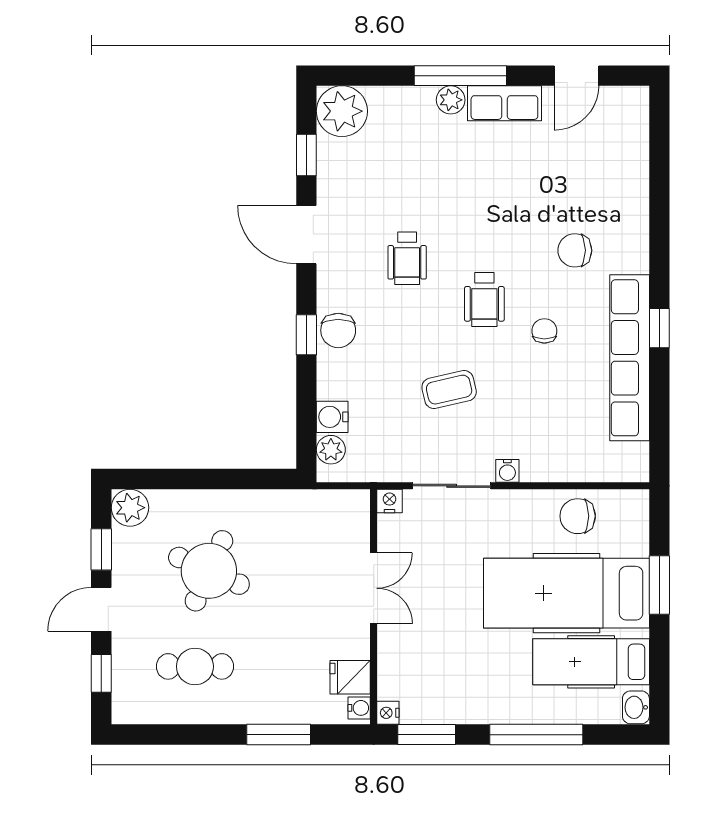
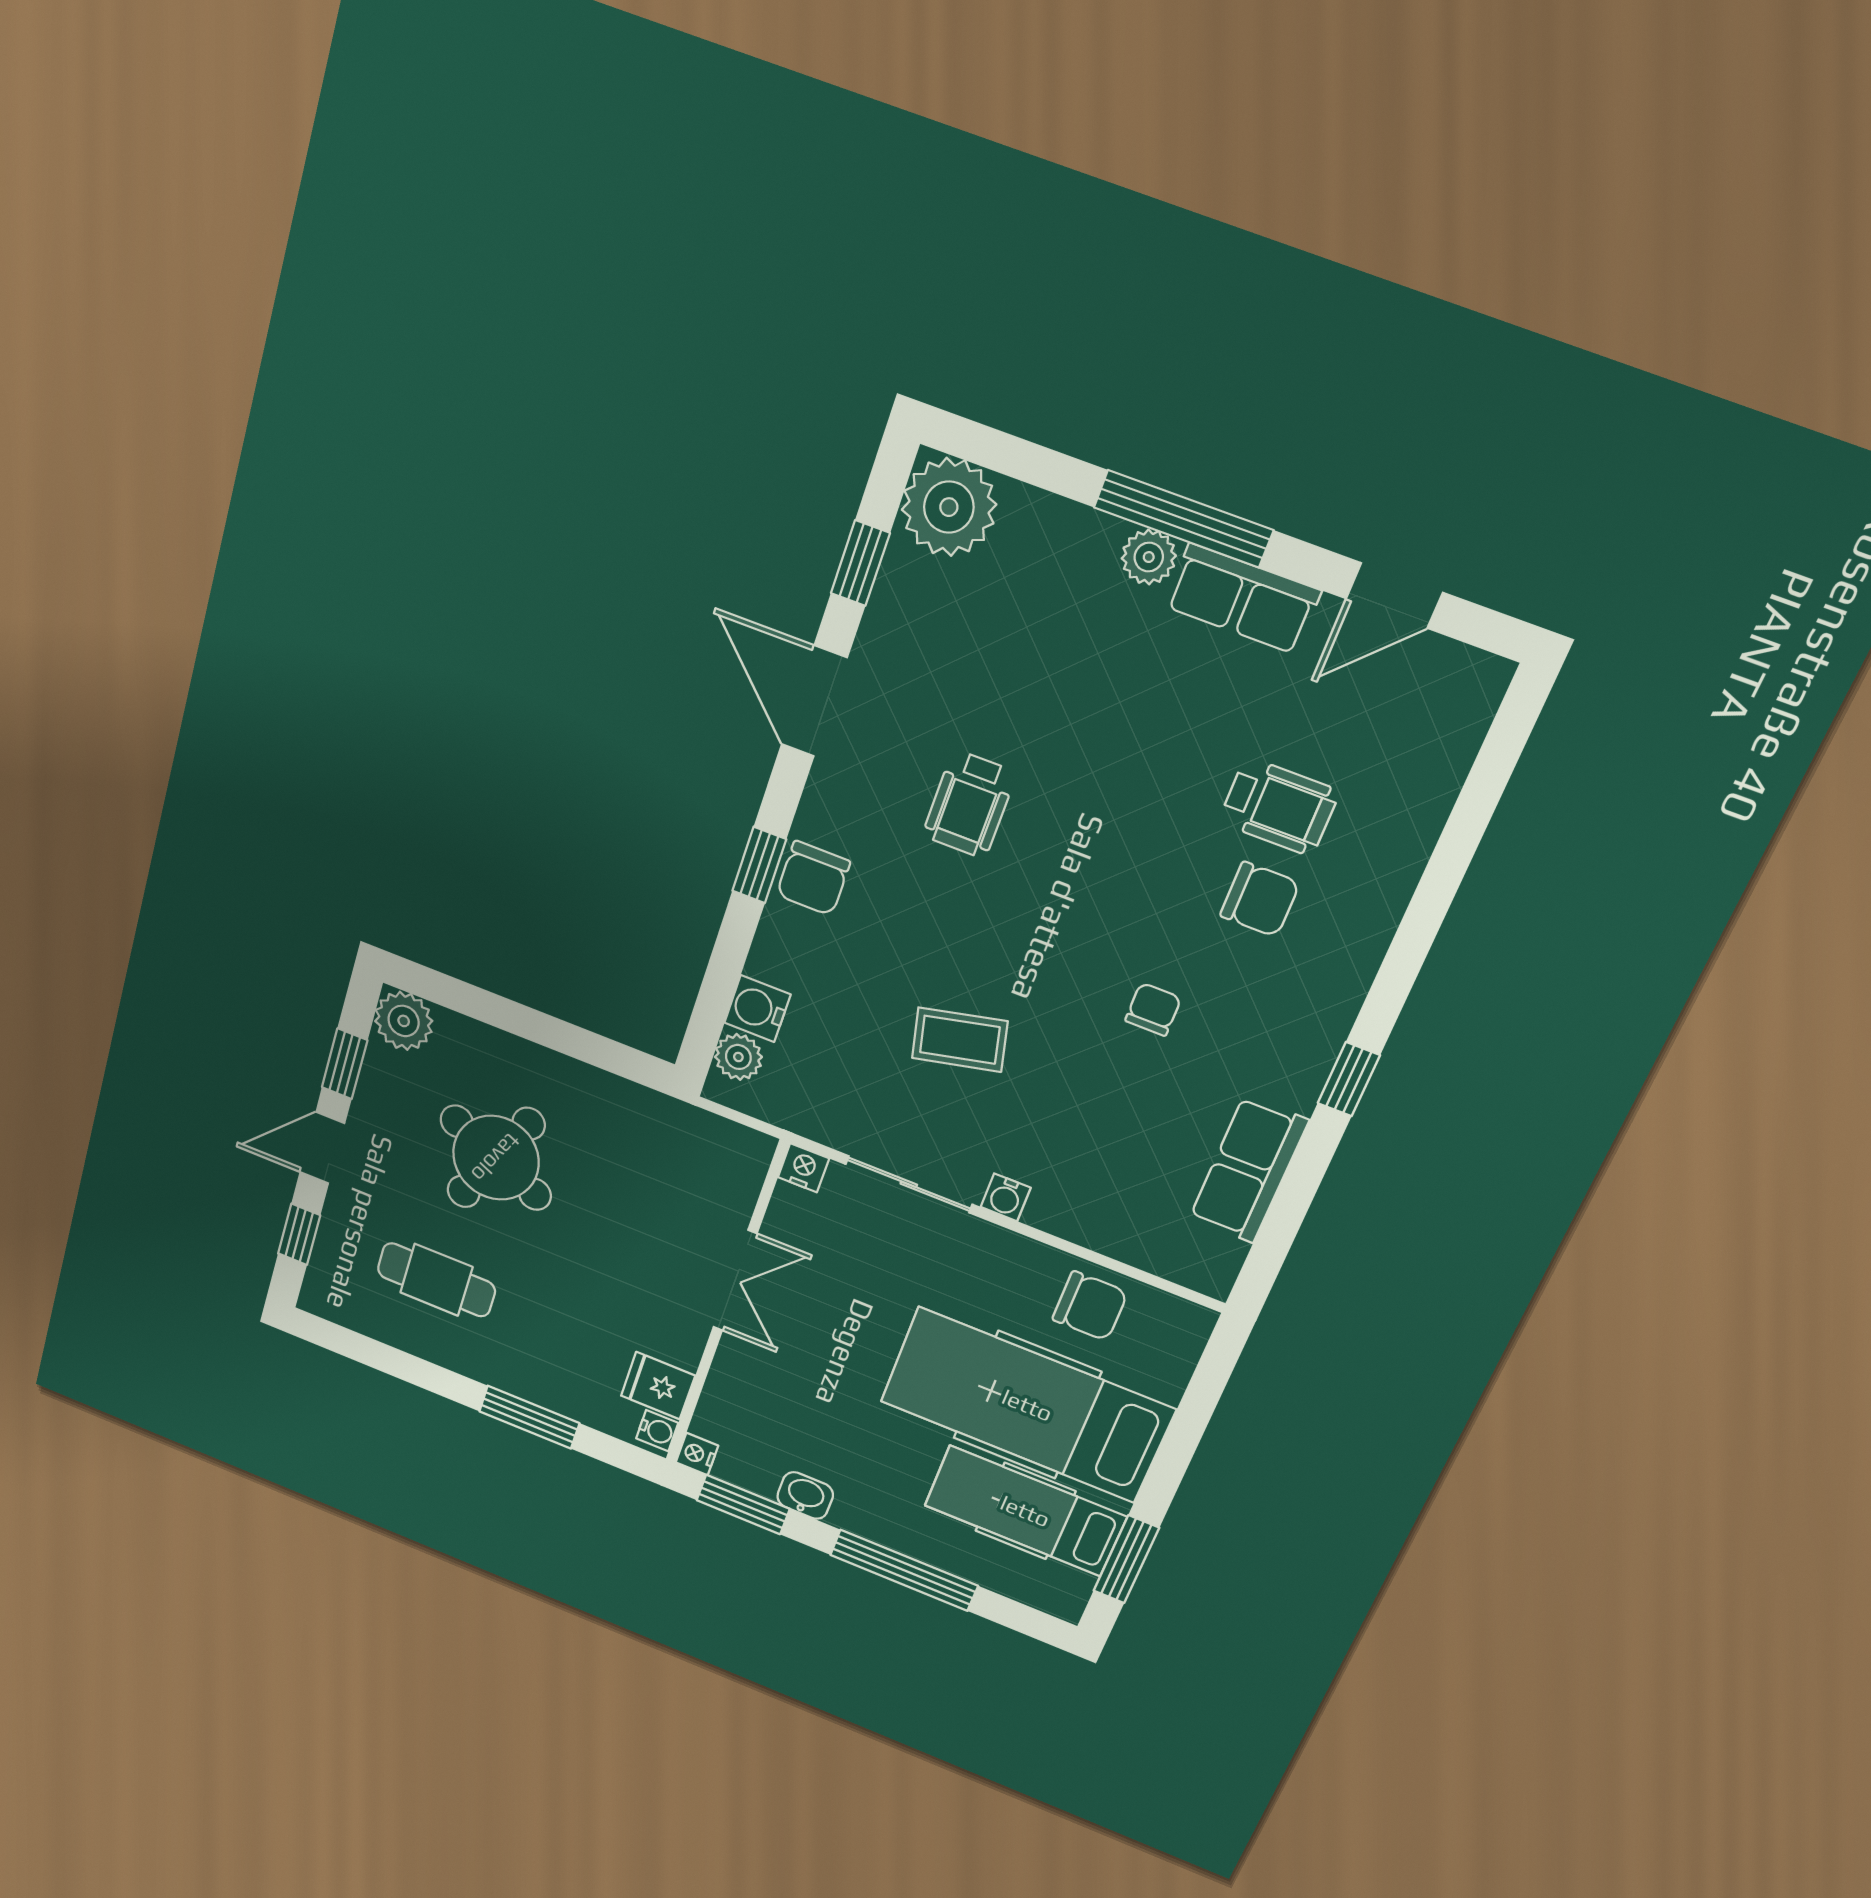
chair: (575, 250) -> (1260, 899), turned 180
wheelchair: (484, 300) -> (1279, 807), moved, turned -90
row of seats: (630, 358) -> (1249, 1170), width x0.50
chair: (578, 516) -> (1090, 1306), turned 180
window: (659, 585) -> (1126, 1559), moved
washbasin: (636, 707) -> (805, 1496), moved, turned 90

